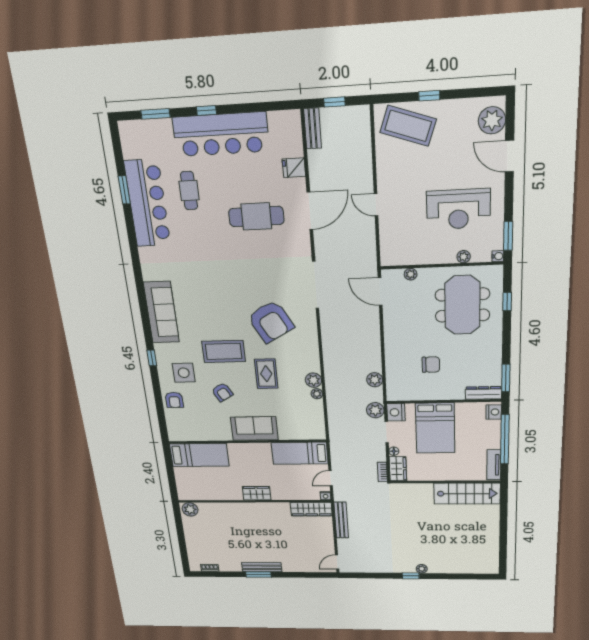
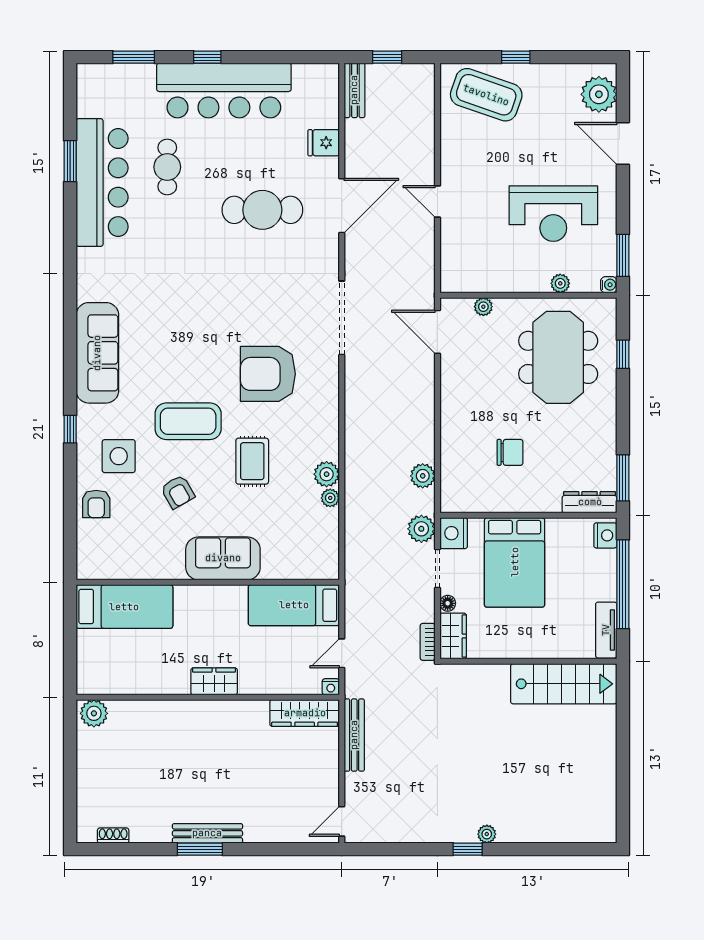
armchair: (271, 322) -> (268, 374), turned 119

